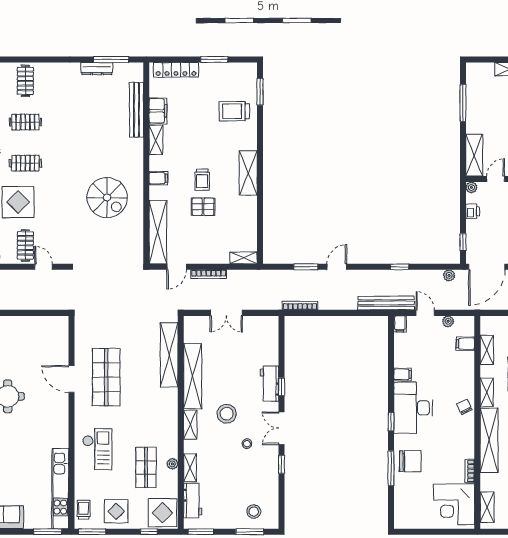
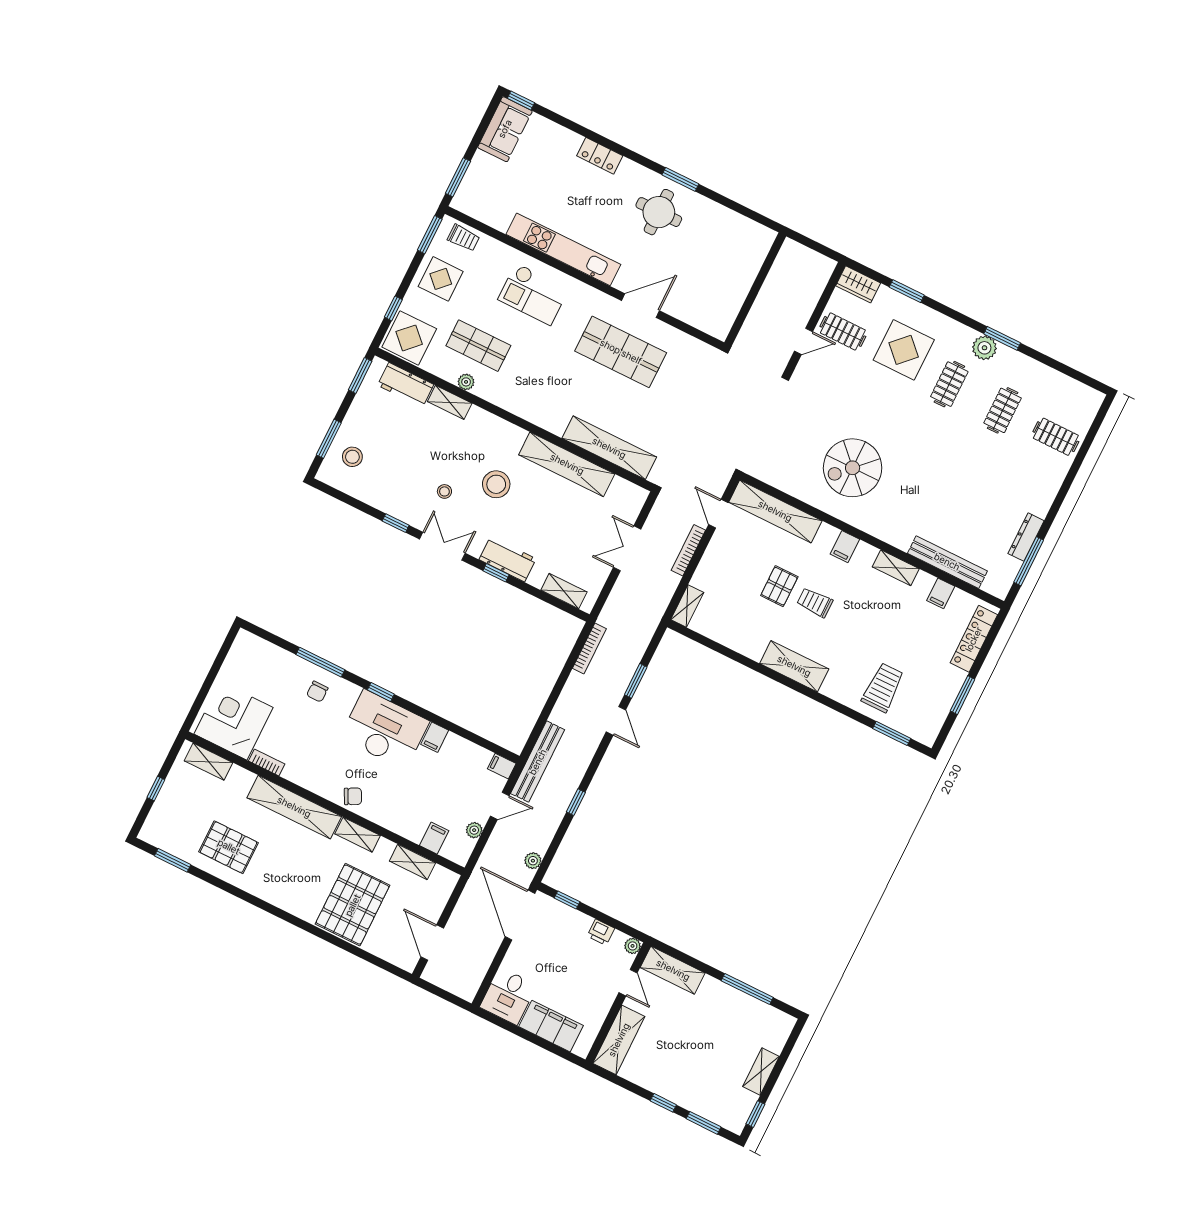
filing cabinet: (158, 111) -> (941, 593), width x0.50
shelving: (190, 425) -> (564, 591), moved
chair: (410, 461) -> (317, 692), width x0.54, depth x0.54
kitchen unit: (60, 489) -> (563, 249), moved

